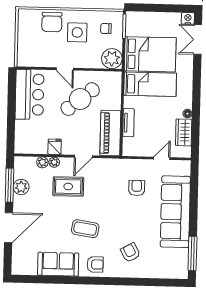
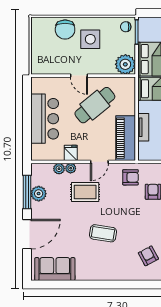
chair: (106, 29) -> (126, 27), moved
bar counter: (30, 94) -> (45, 119), moved
sofa: (58, 264) -> (55, 269), moved
armchair: (95, 264) -> (130, 177), moved

